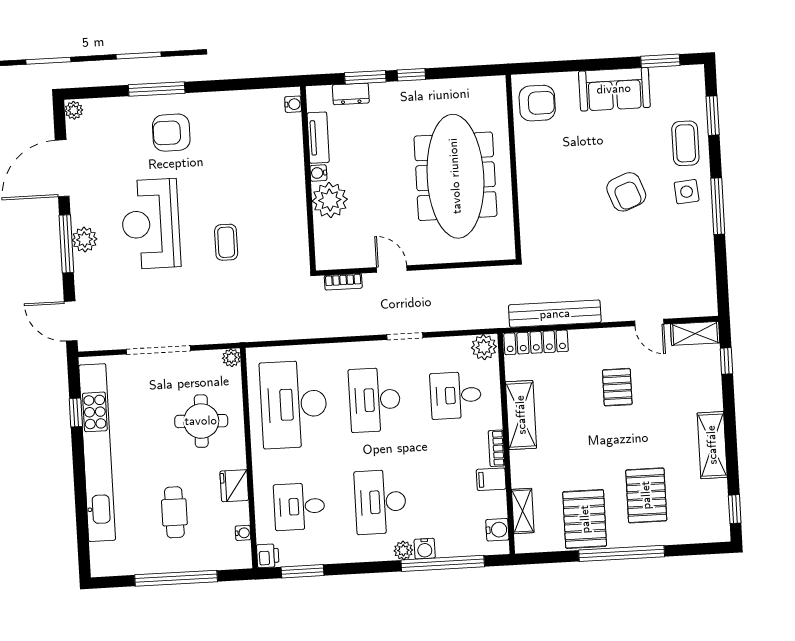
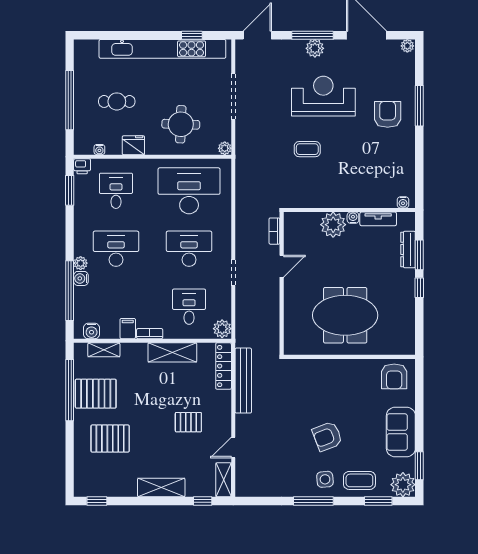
plant: (688, 82) -> (403, 485), added
dresser: (351, 94) -> (408, 250), width x1.44
meeting table: (455, 176) -> (345, 315), width x0.73
shelving: (712, 445) -> (161, 488), moved
window: (622, 553) -> (70, 390), moved

